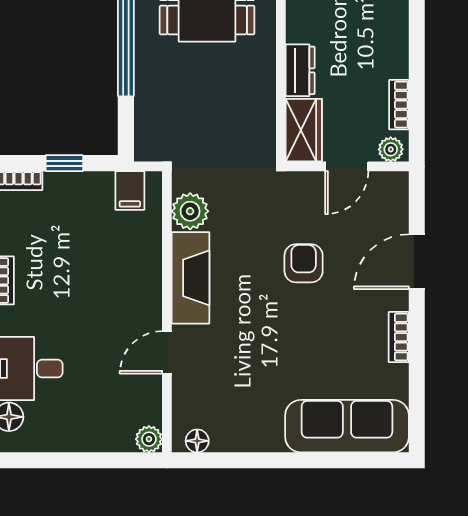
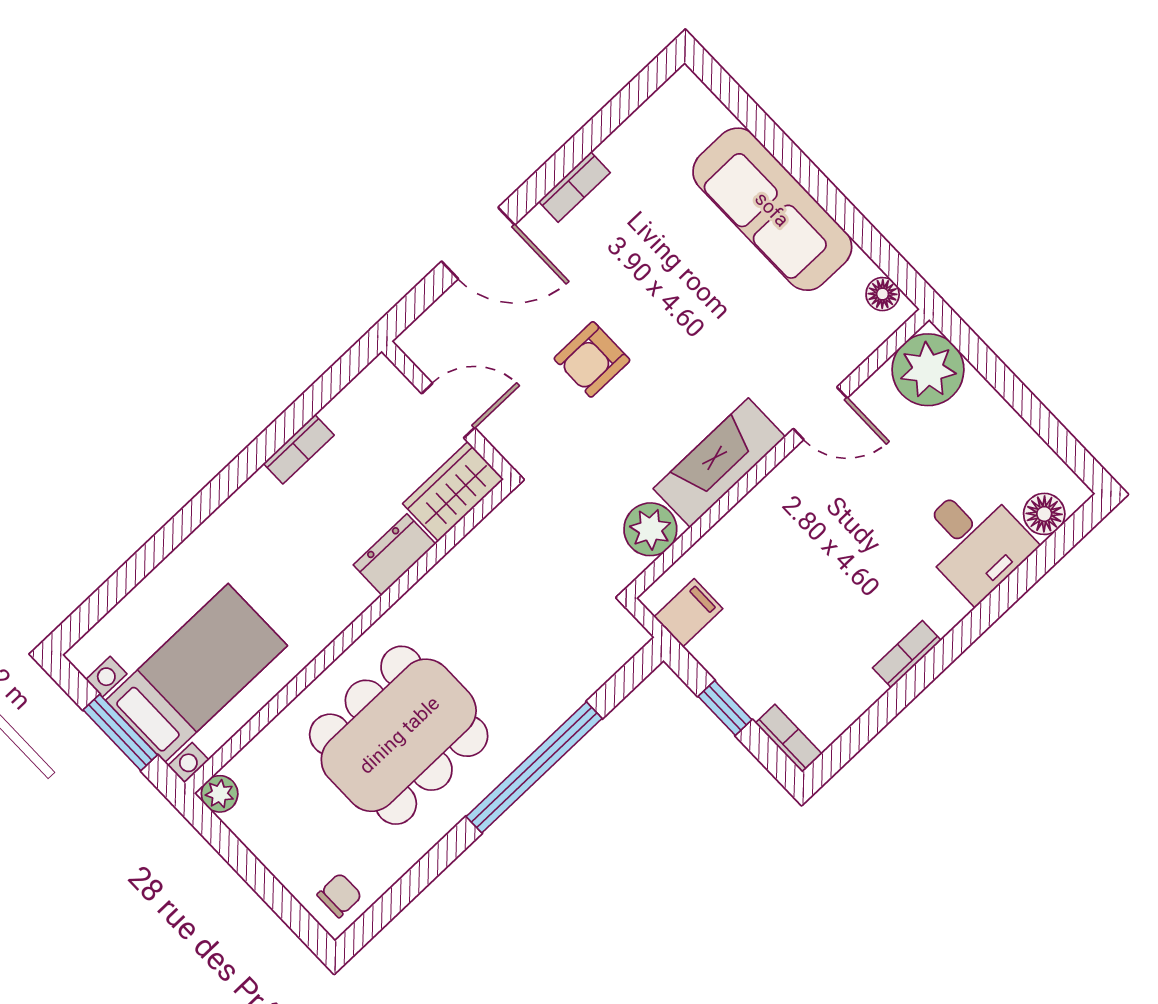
bookcase: (399, 105) -> (299, 449), moved
plant: (391, 149) -> (387, 382), removed
sofa: (347, 426) -> (772, 209), moved
plant: (149, 439) -> (928, 370), width x1.88, depth x1.88

